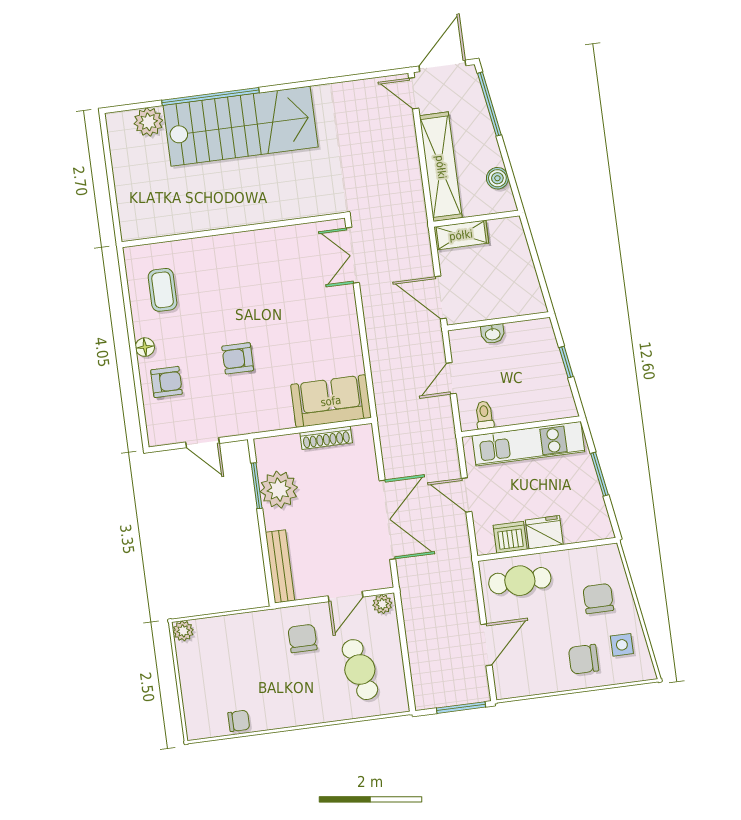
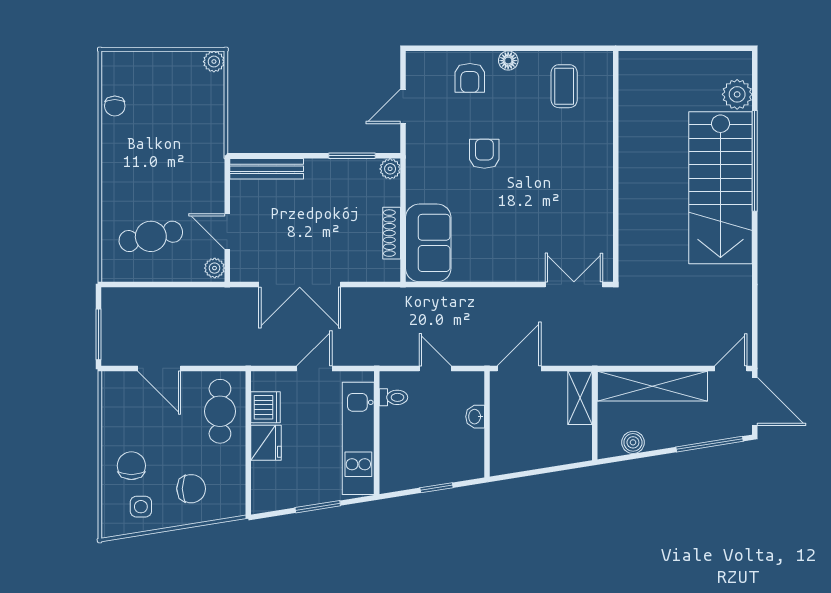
coffee table: (163, 290) -> (564, 86), turned 90
plant: (279, 490) -> (390, 169), moved, width x0.53, depth x0.53
chair: (303, 638) -> (190, 182), removed

